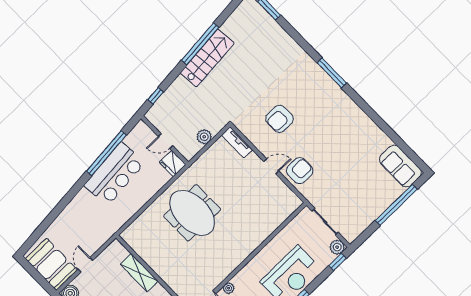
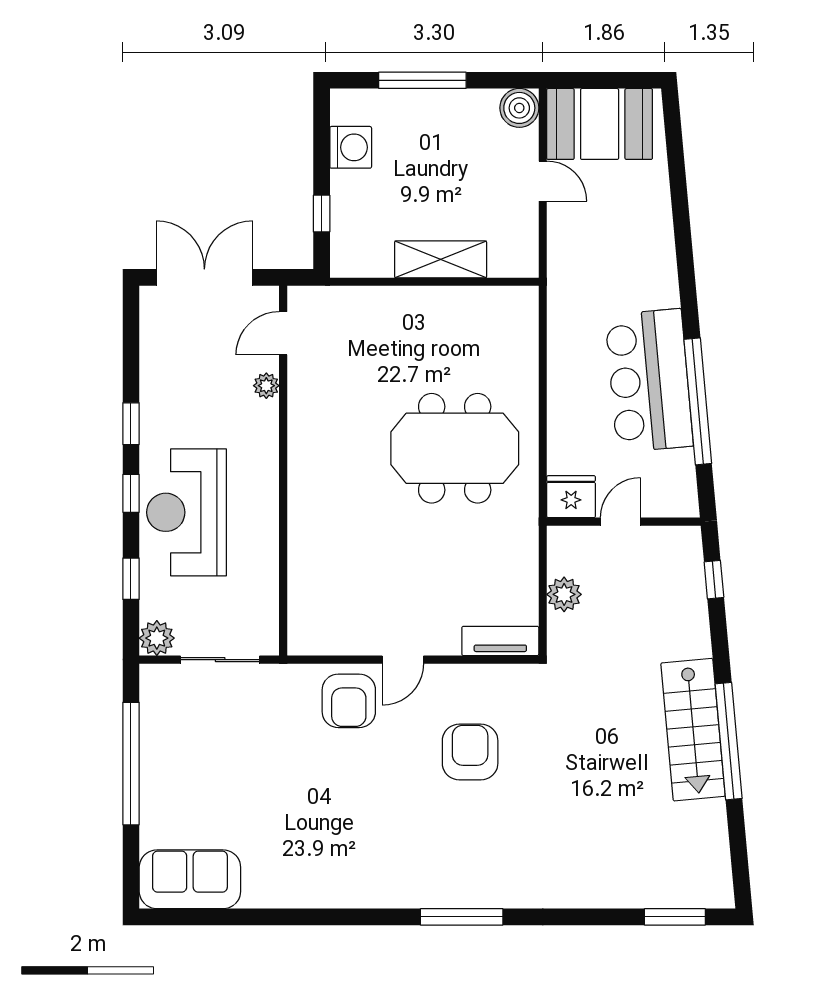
window: (396, 205) -> (131, 764), moved
window: (338, 262) -> (131, 579), moved

